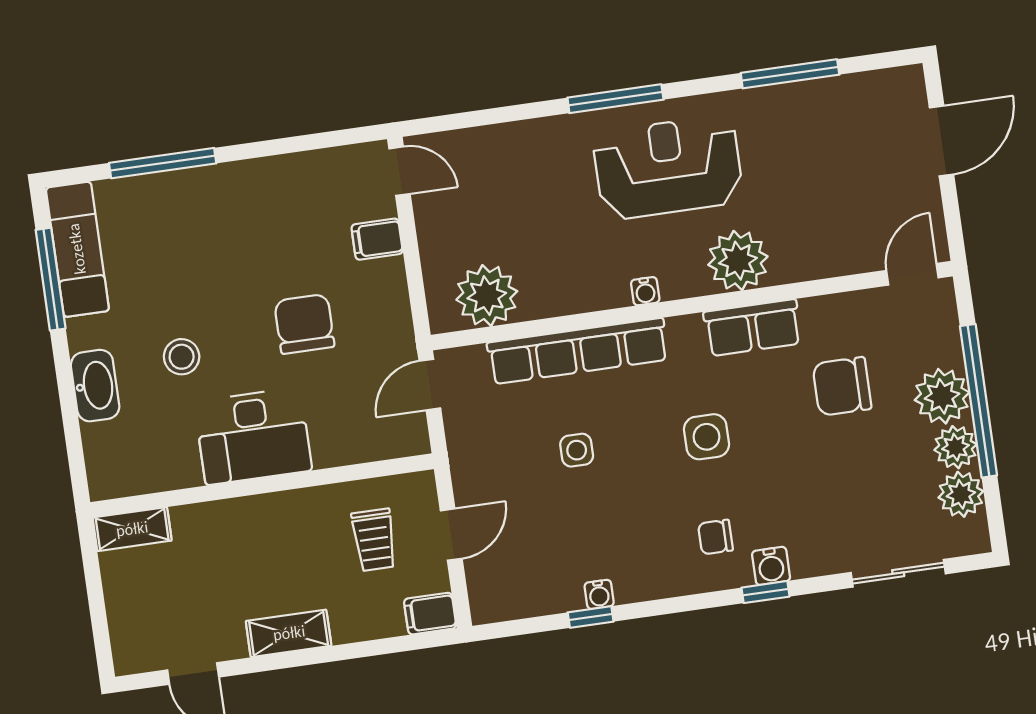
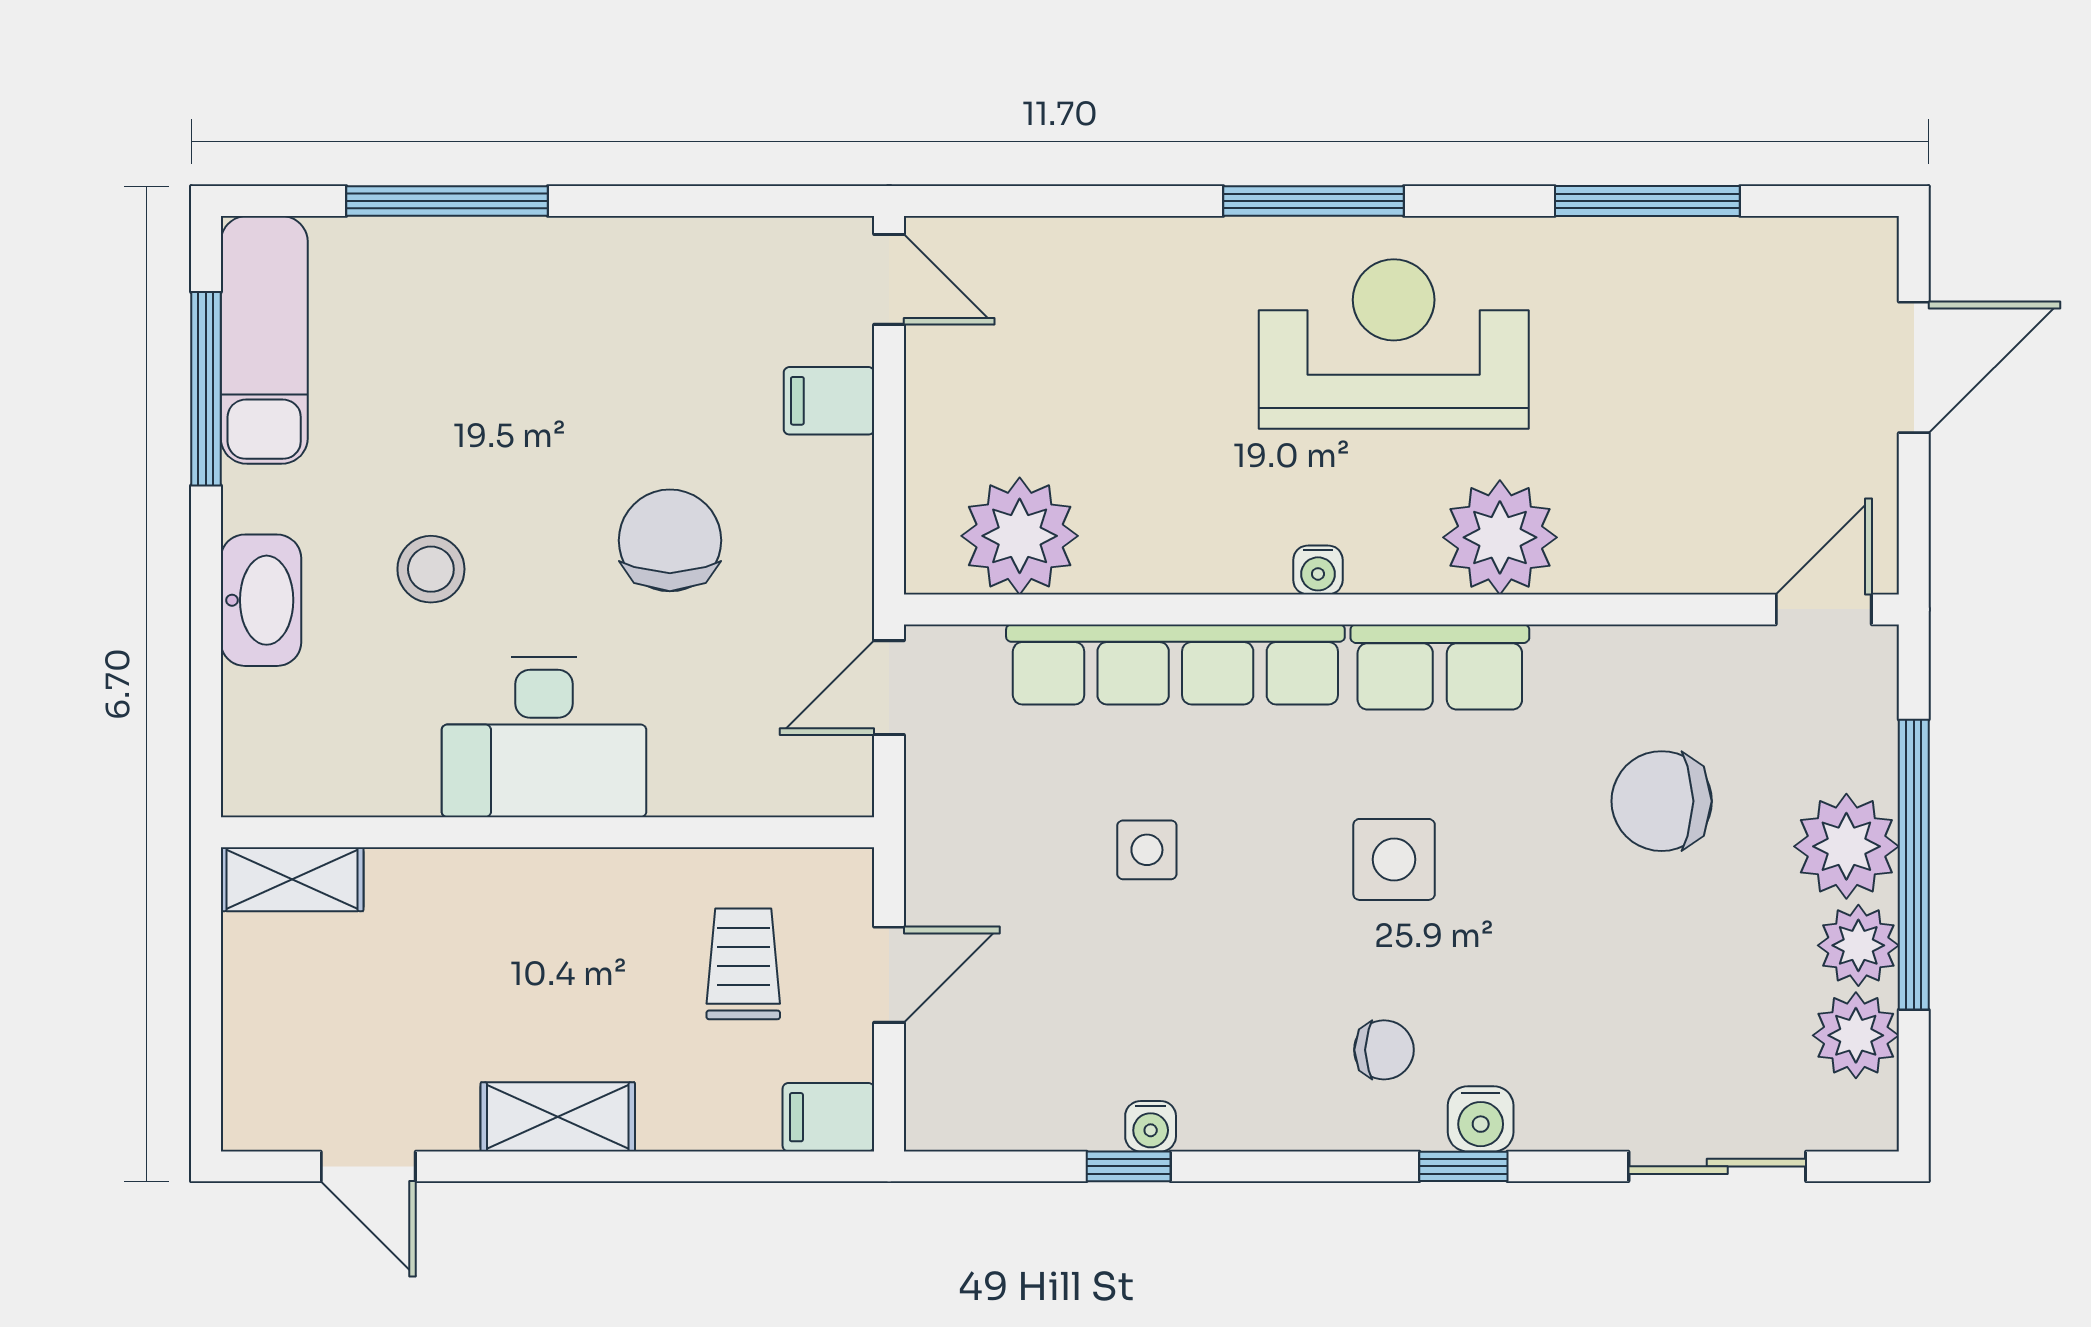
row of seats: (753, 328) -> (1440, 667), moved
chair: (715, 537) -> (1384, 1050), turned 180
trolley: (374, 540) -> (743, 964), turned 180

